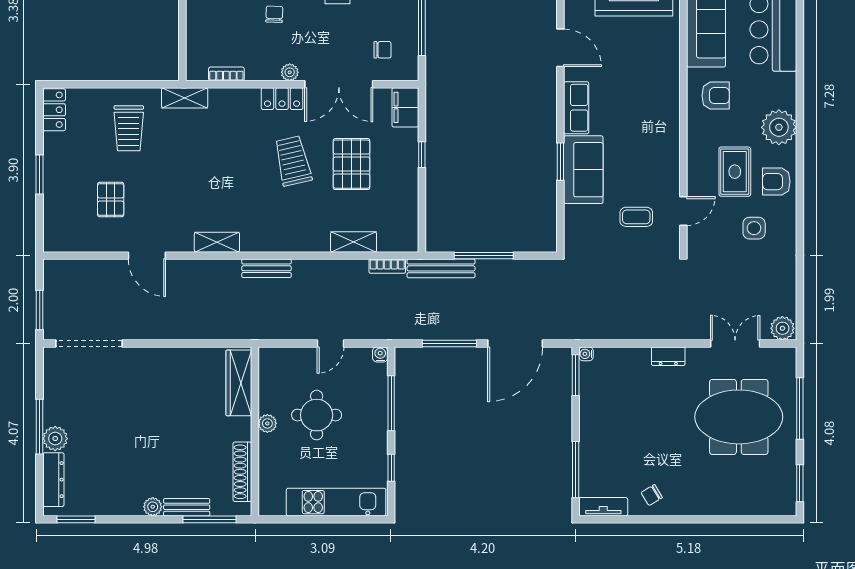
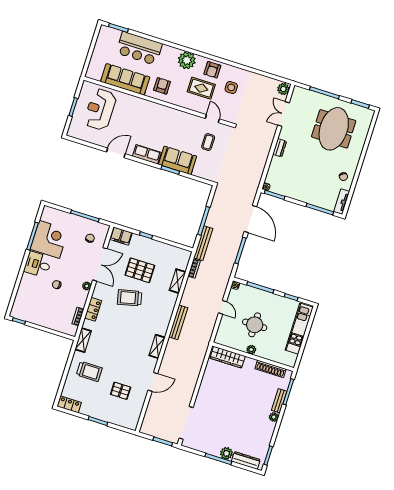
locker: (282, 99) -> (93, 309), moved
bench: (266, 268) -> (178, 322), width x1.36
meeting table: (739, 417) -> (334, 129), moved

